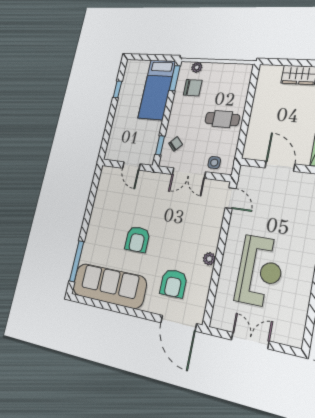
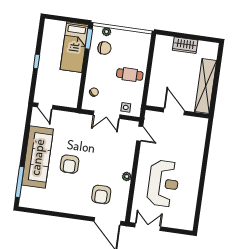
window: (117, 89) -> (37, 61), moved
window: (160, 145) -> (81, 93), removed
door: (131, 166) -> (45, 106), moved
sofa: (109, 286) -> (37, 157), moved, turned 90
double door: (250, 341) -> (148, 227), moved

